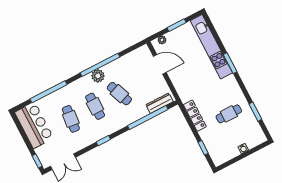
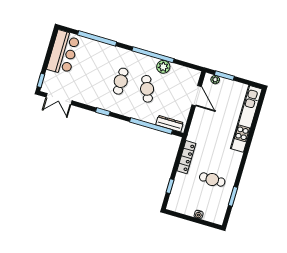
window: (177, 25) -> (224, 76), moved
window: (230, 63) -> (248, 144), removed
plant: (98, 76) -> (163, 67), moved
cafe table: (71, 119) -> (94, 73), removed

